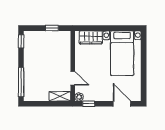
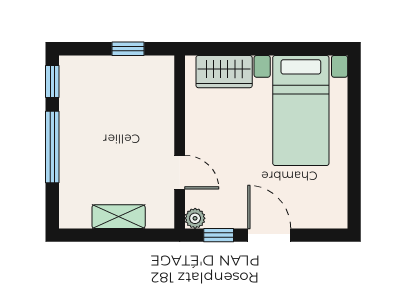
window: (21, 82) -> (52, 147), moved
shelving: (60, 96) -> (119, 217), moved
door: (122, 104) -> (269, 235), moved

